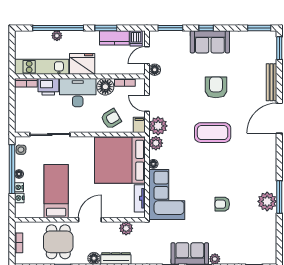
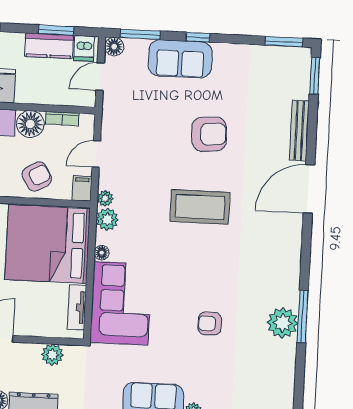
window: (106, 28) -> (56, 30), moved
sofa: (210, 42) -> (180, 59), moved
floor lamp: (155, 70) -> (114, 47), moved
armchair: (216, 87) -> (209, 134), turned 86
door: (147, 103) -> (96, 154), hinge flipped
plant: (158, 126) -> (105, 198), width x0.53, depth x0.53

